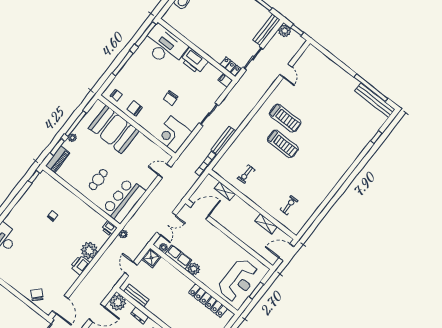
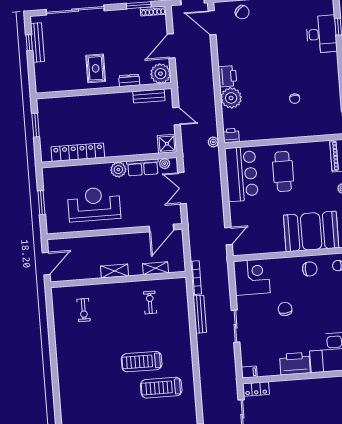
cafe table: (98, 180) -> (283, 172), width x1.37, depth x1.35
shelving: (266, 224) -> (114, 271), moved
reception desk: (238, 280) -> (94, 204), moved, turned 90

